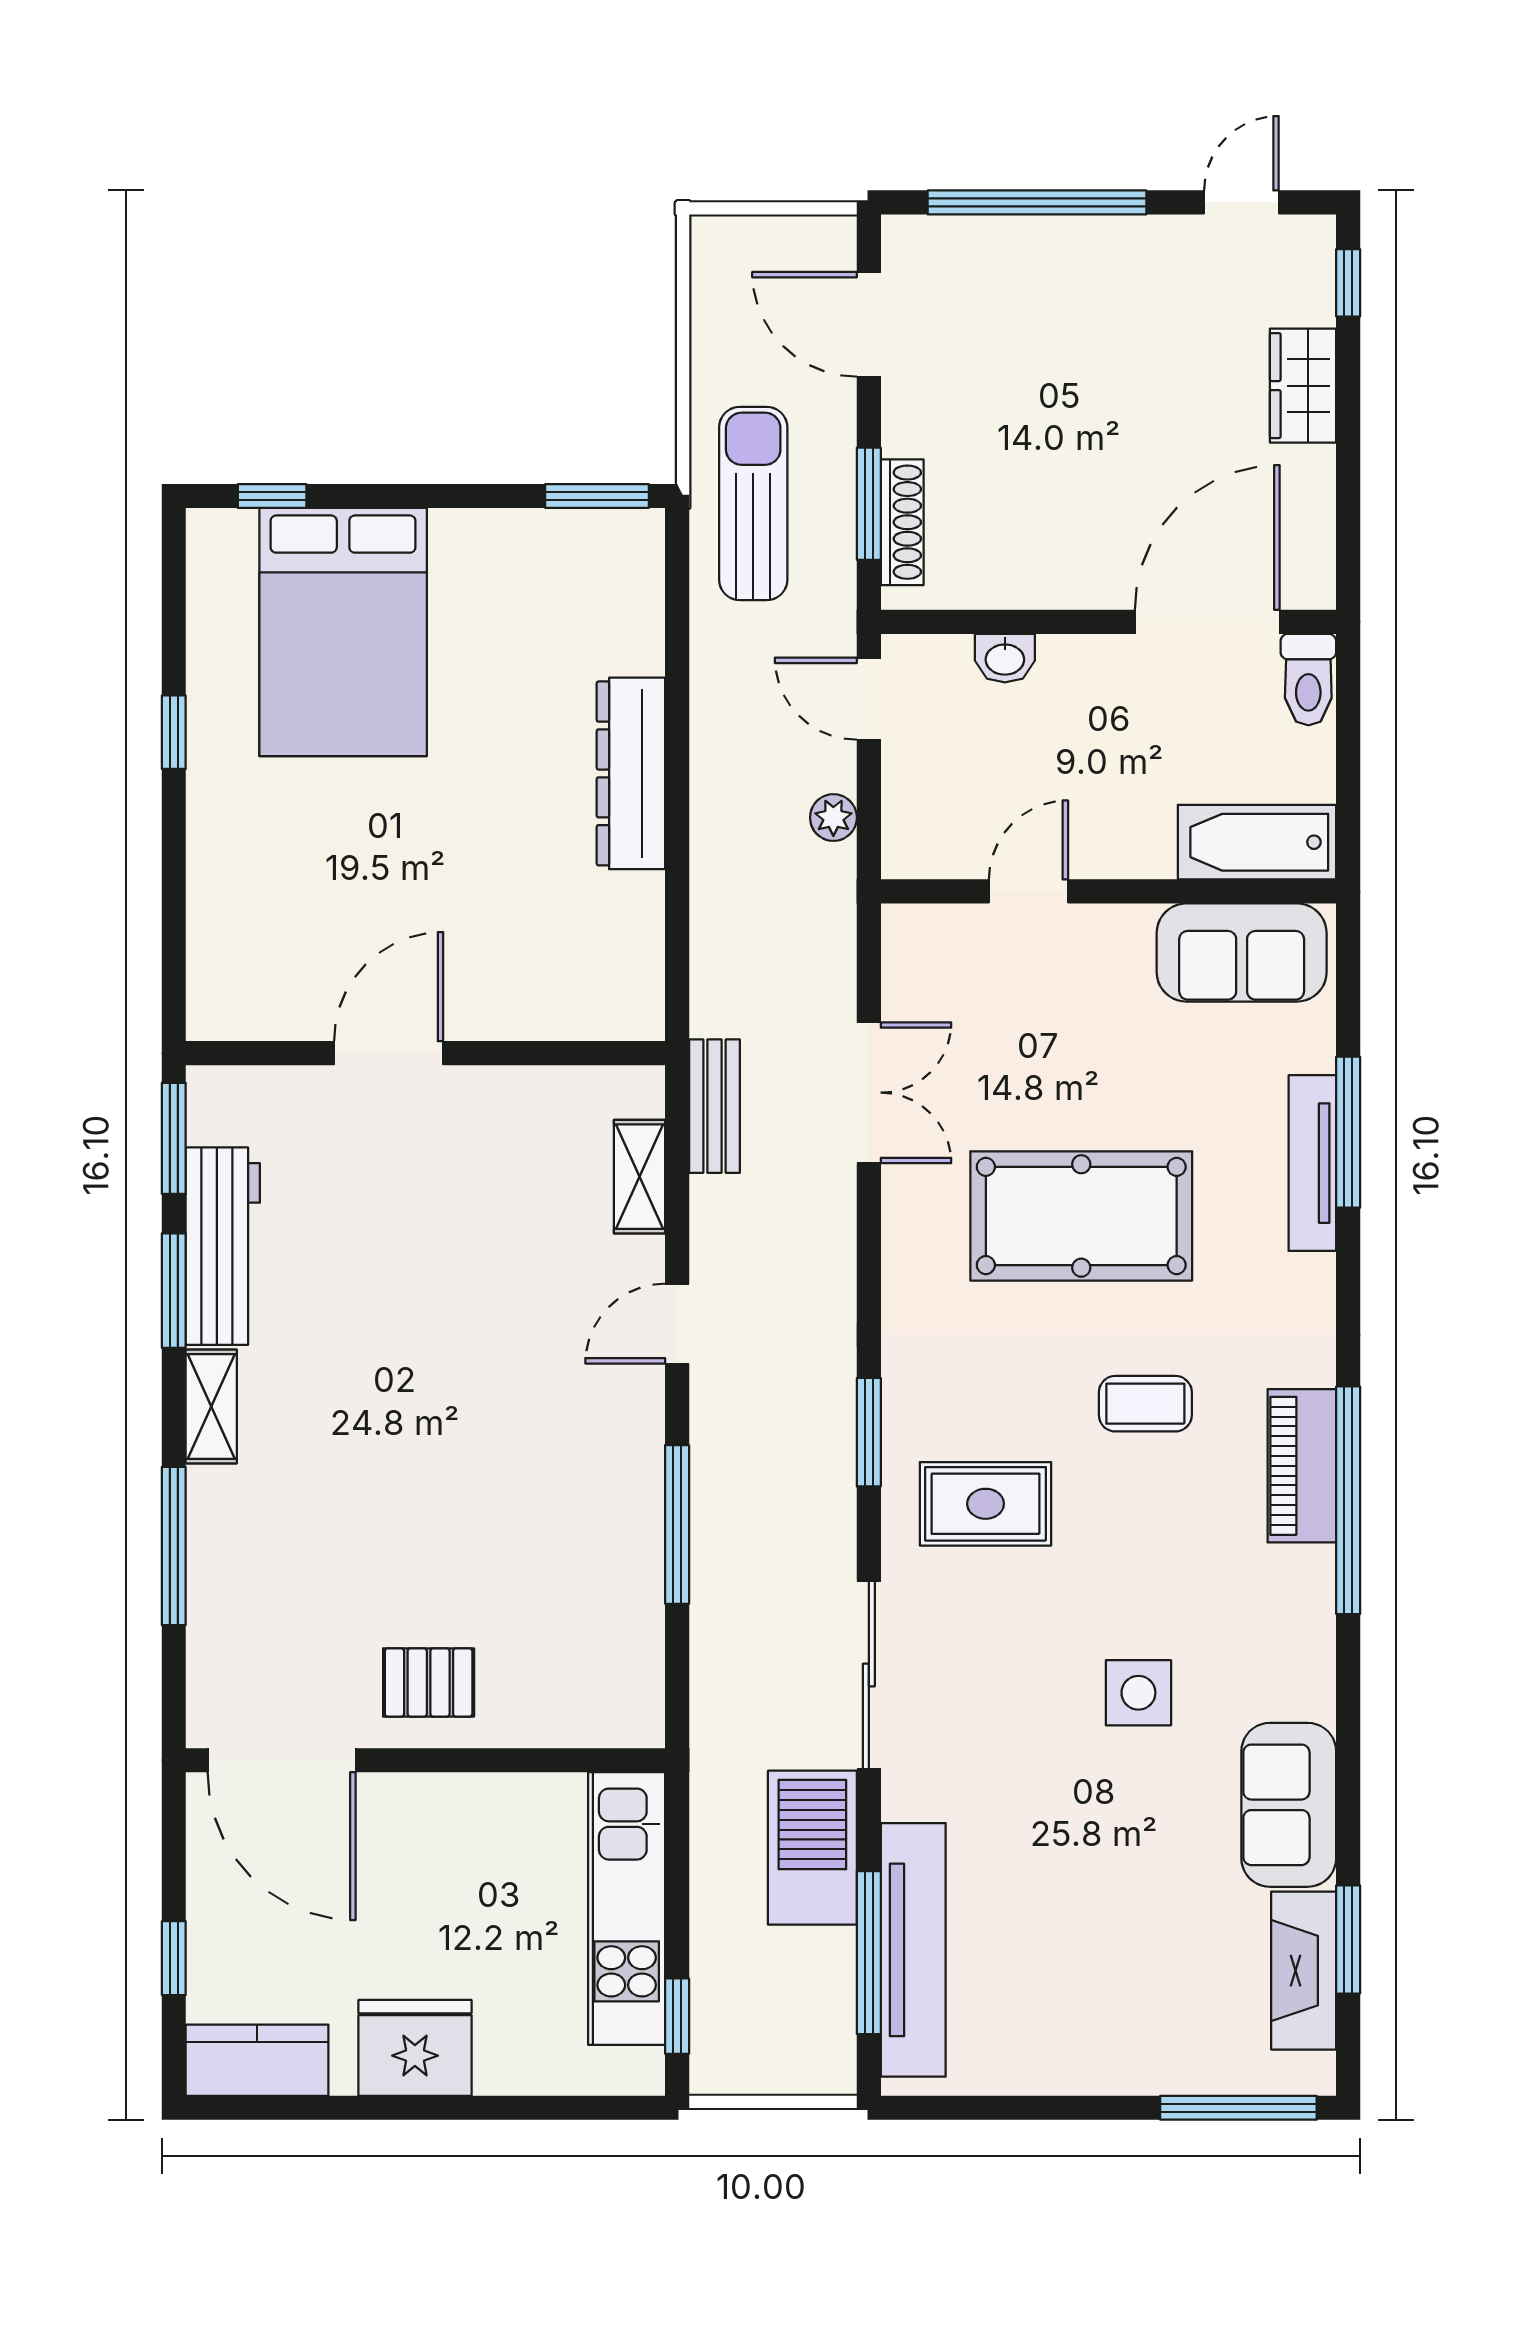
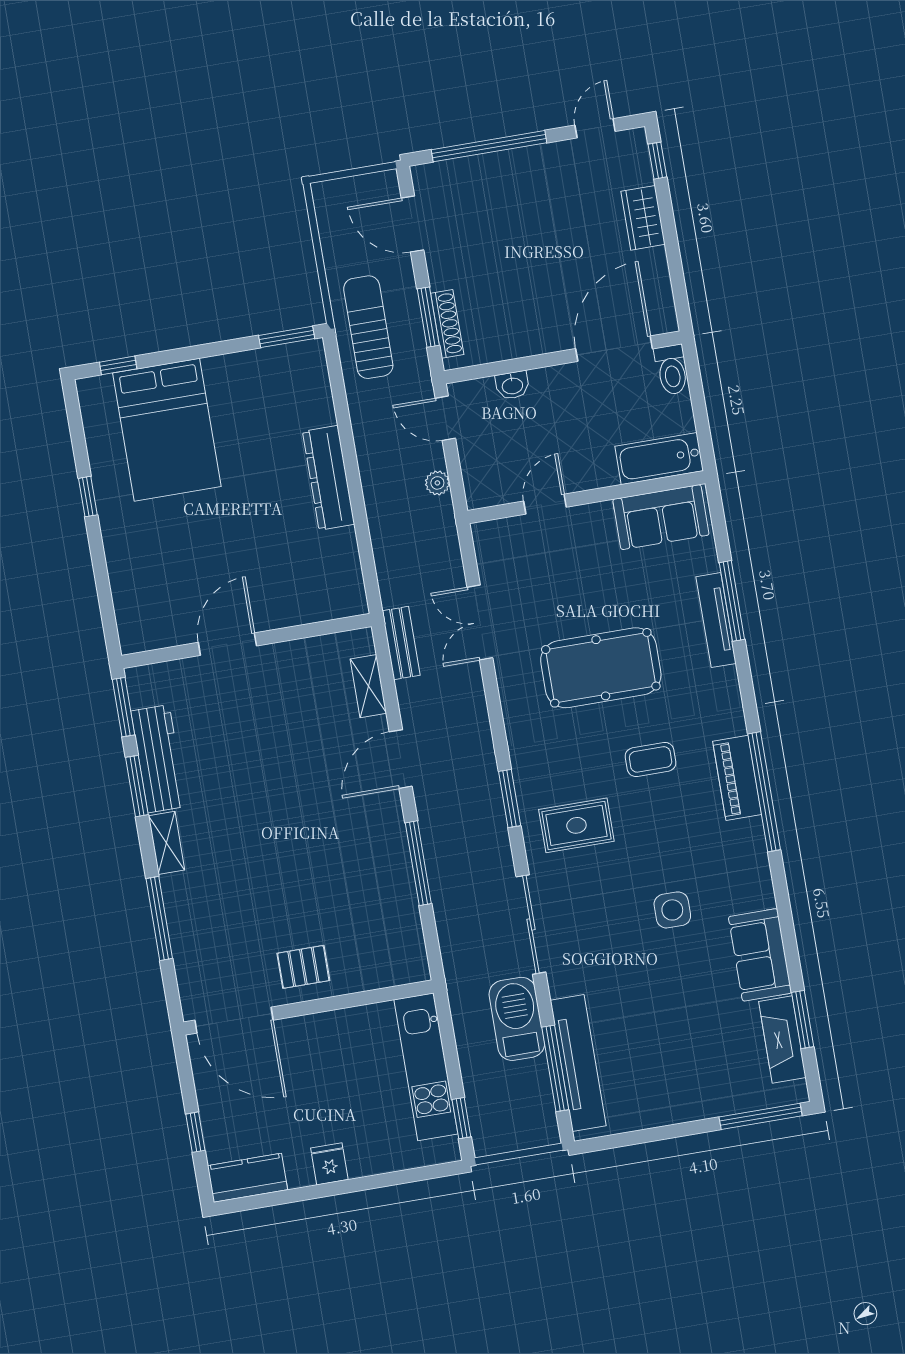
double door: (869, 1093) -> (480, 623), swing flipped
door: (677, 1324) -> (401, 759), width x1.38
fridge: (415, 2048) -> (329, 1164), width x0.53, depth x0.75

